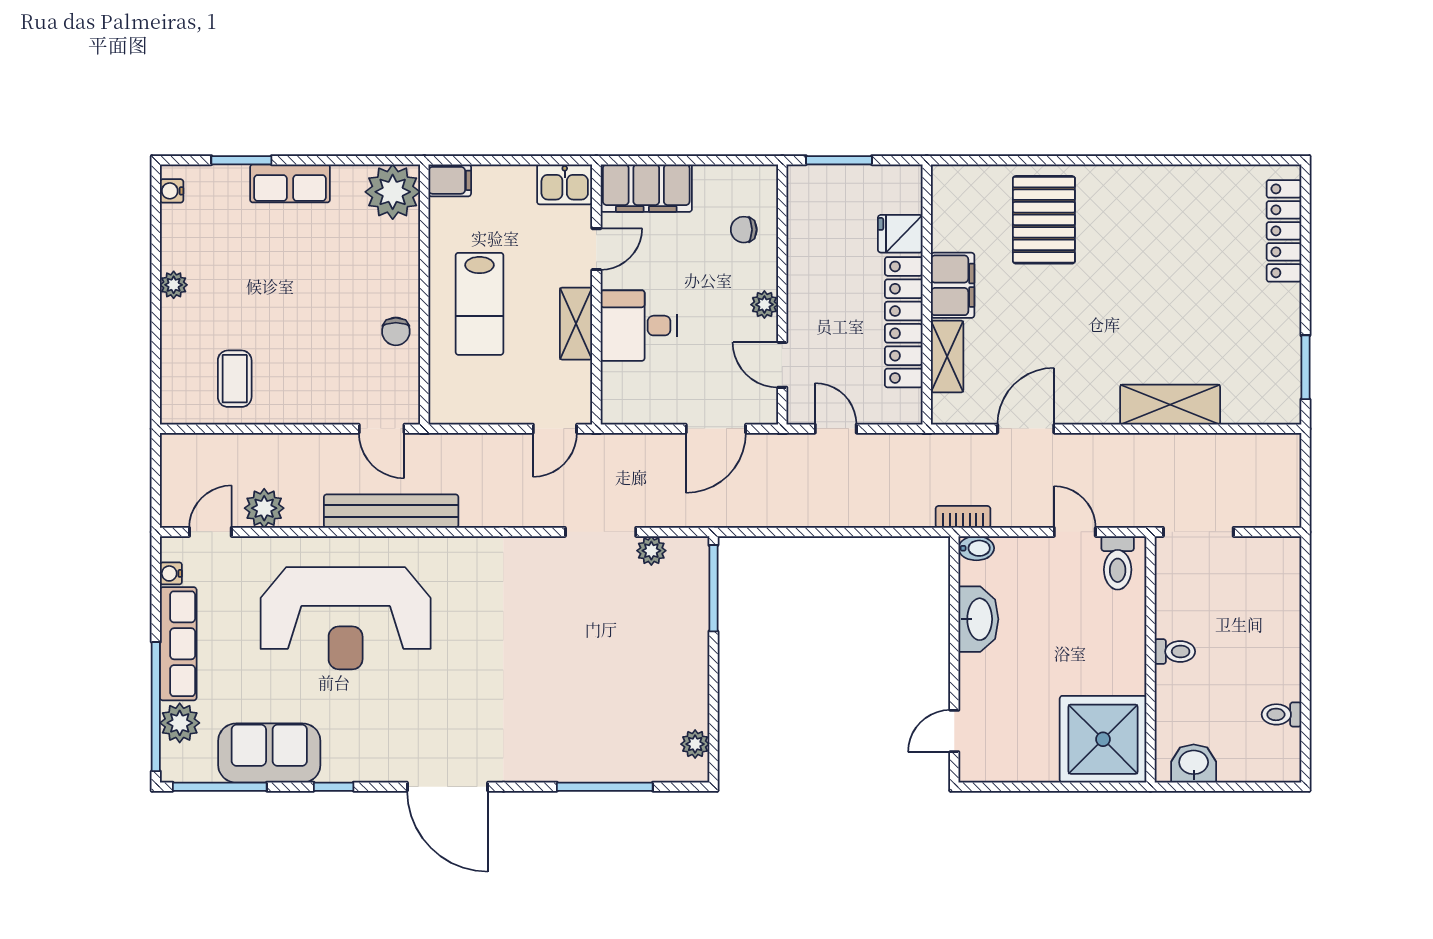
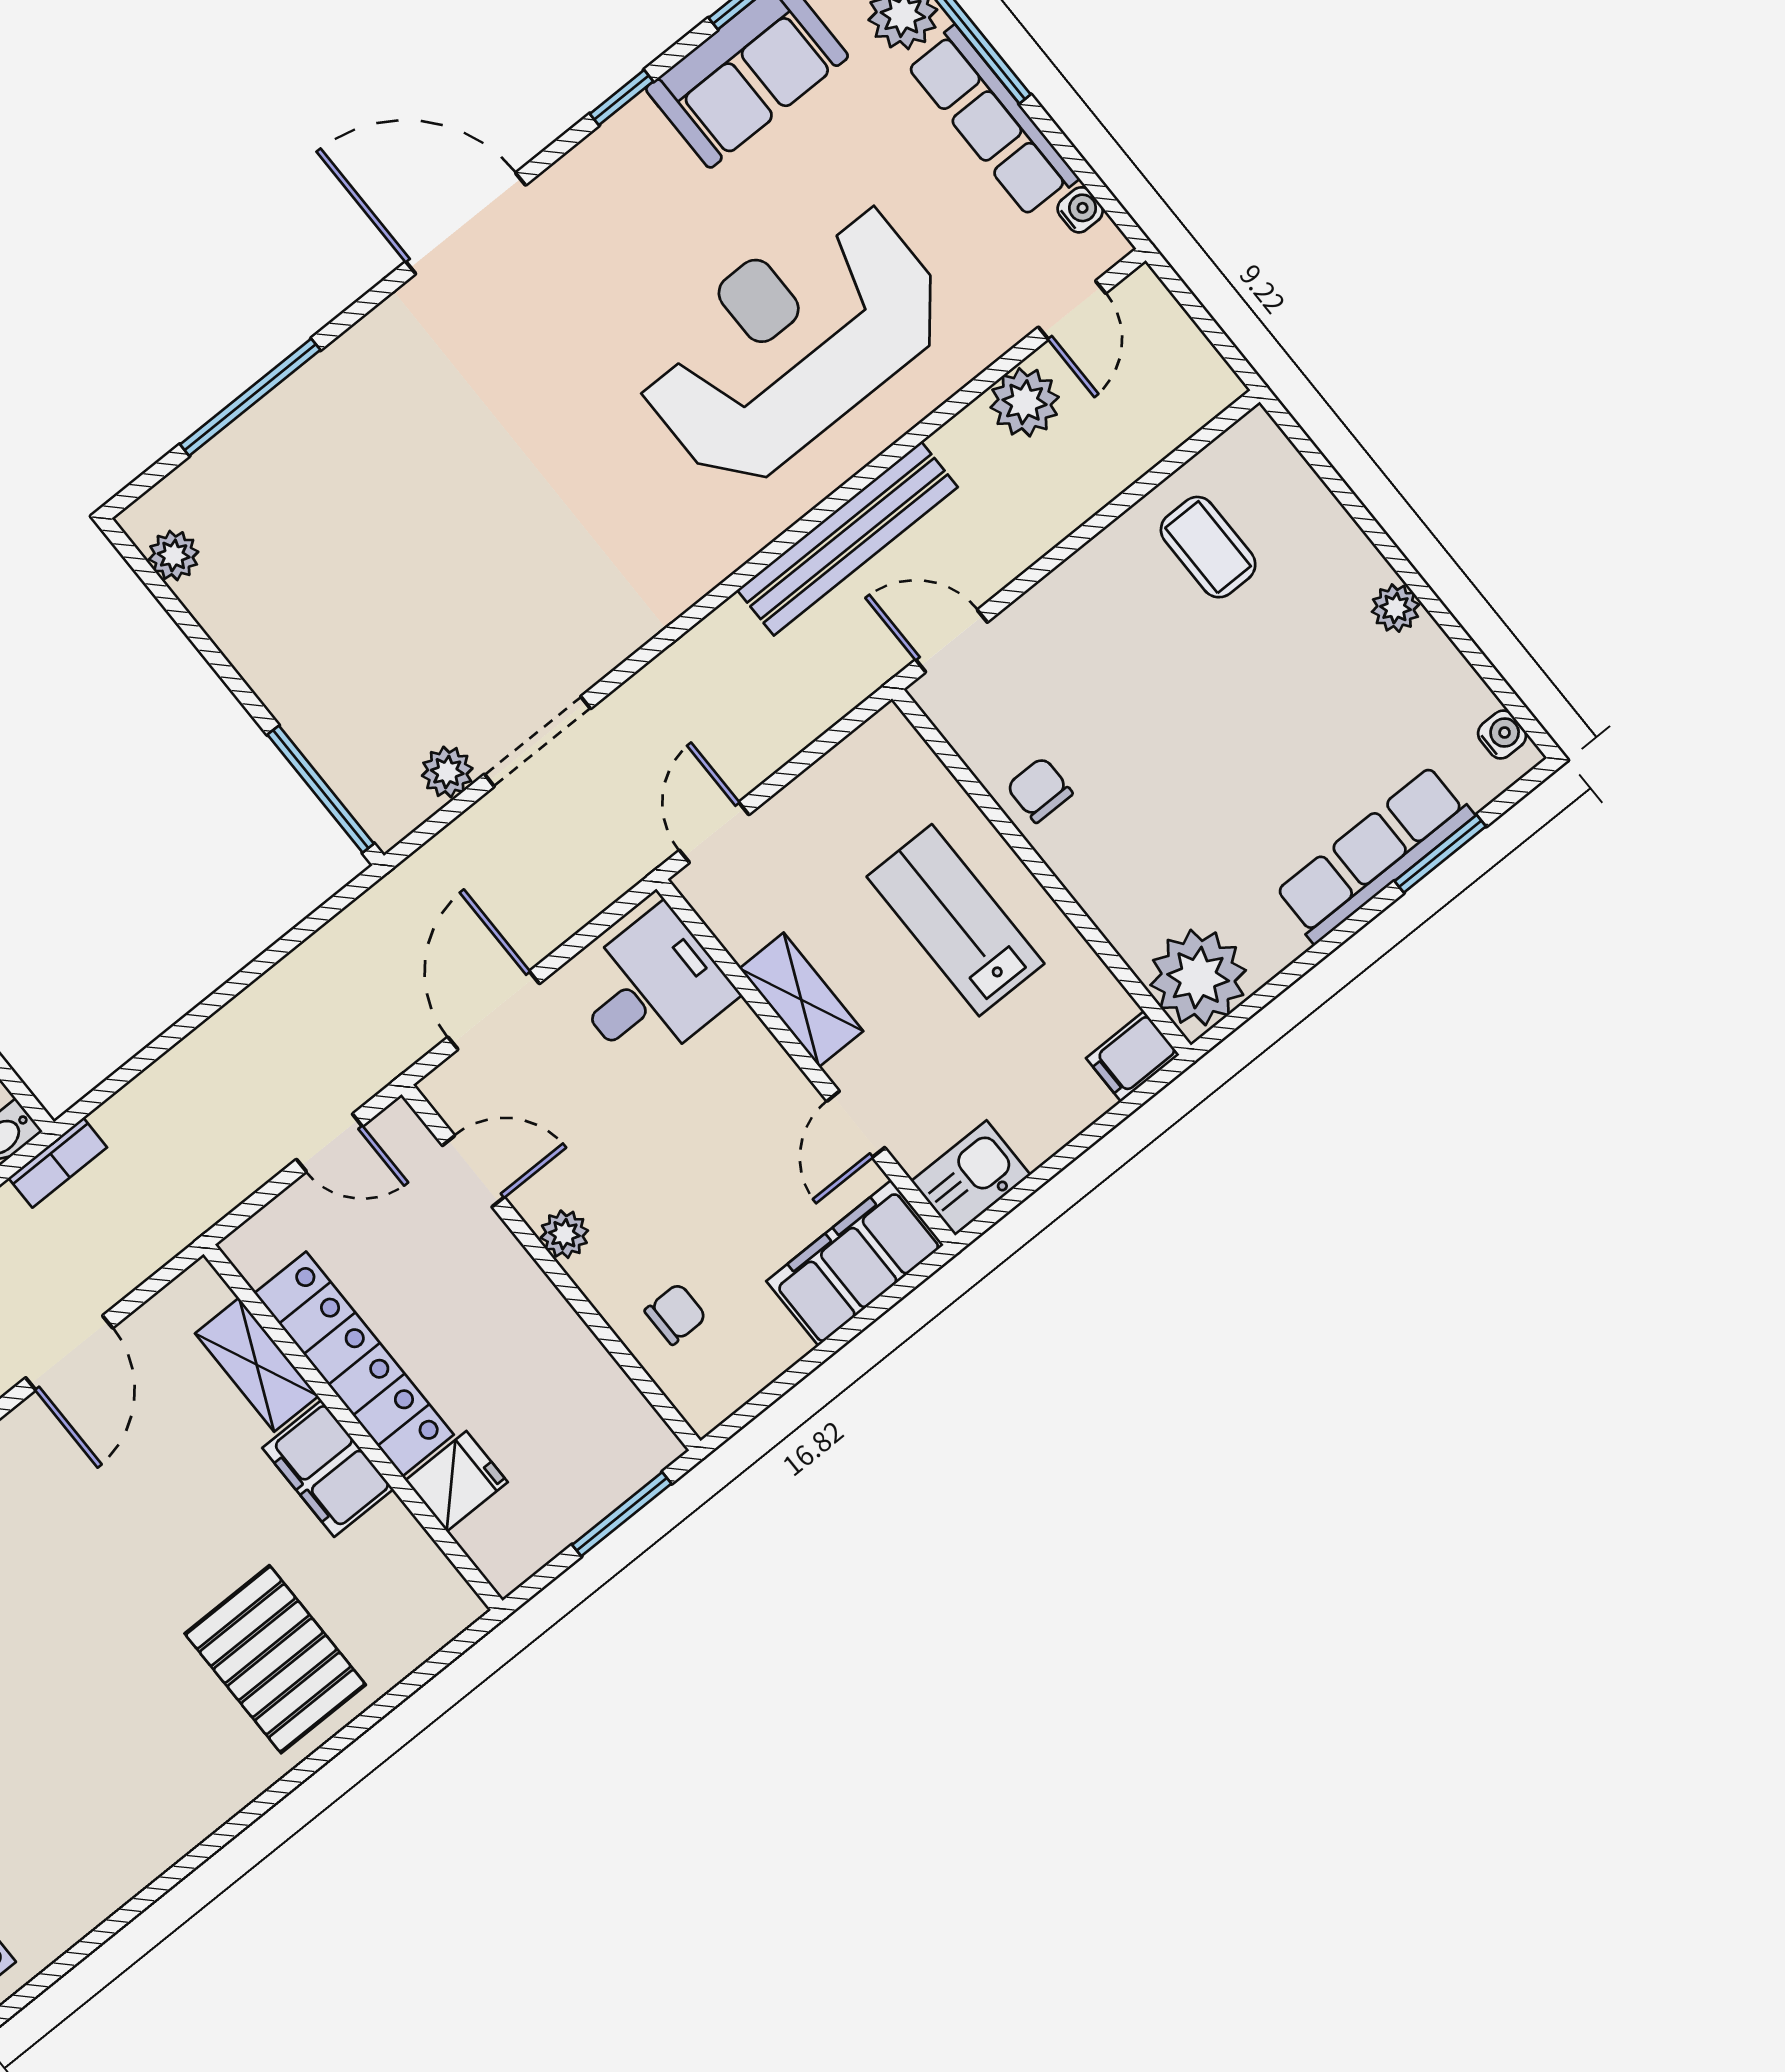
row of seats: (290, 183) -> (1374, 855), width x1.48
desk: (639, 326) -> (651, 989), moved

